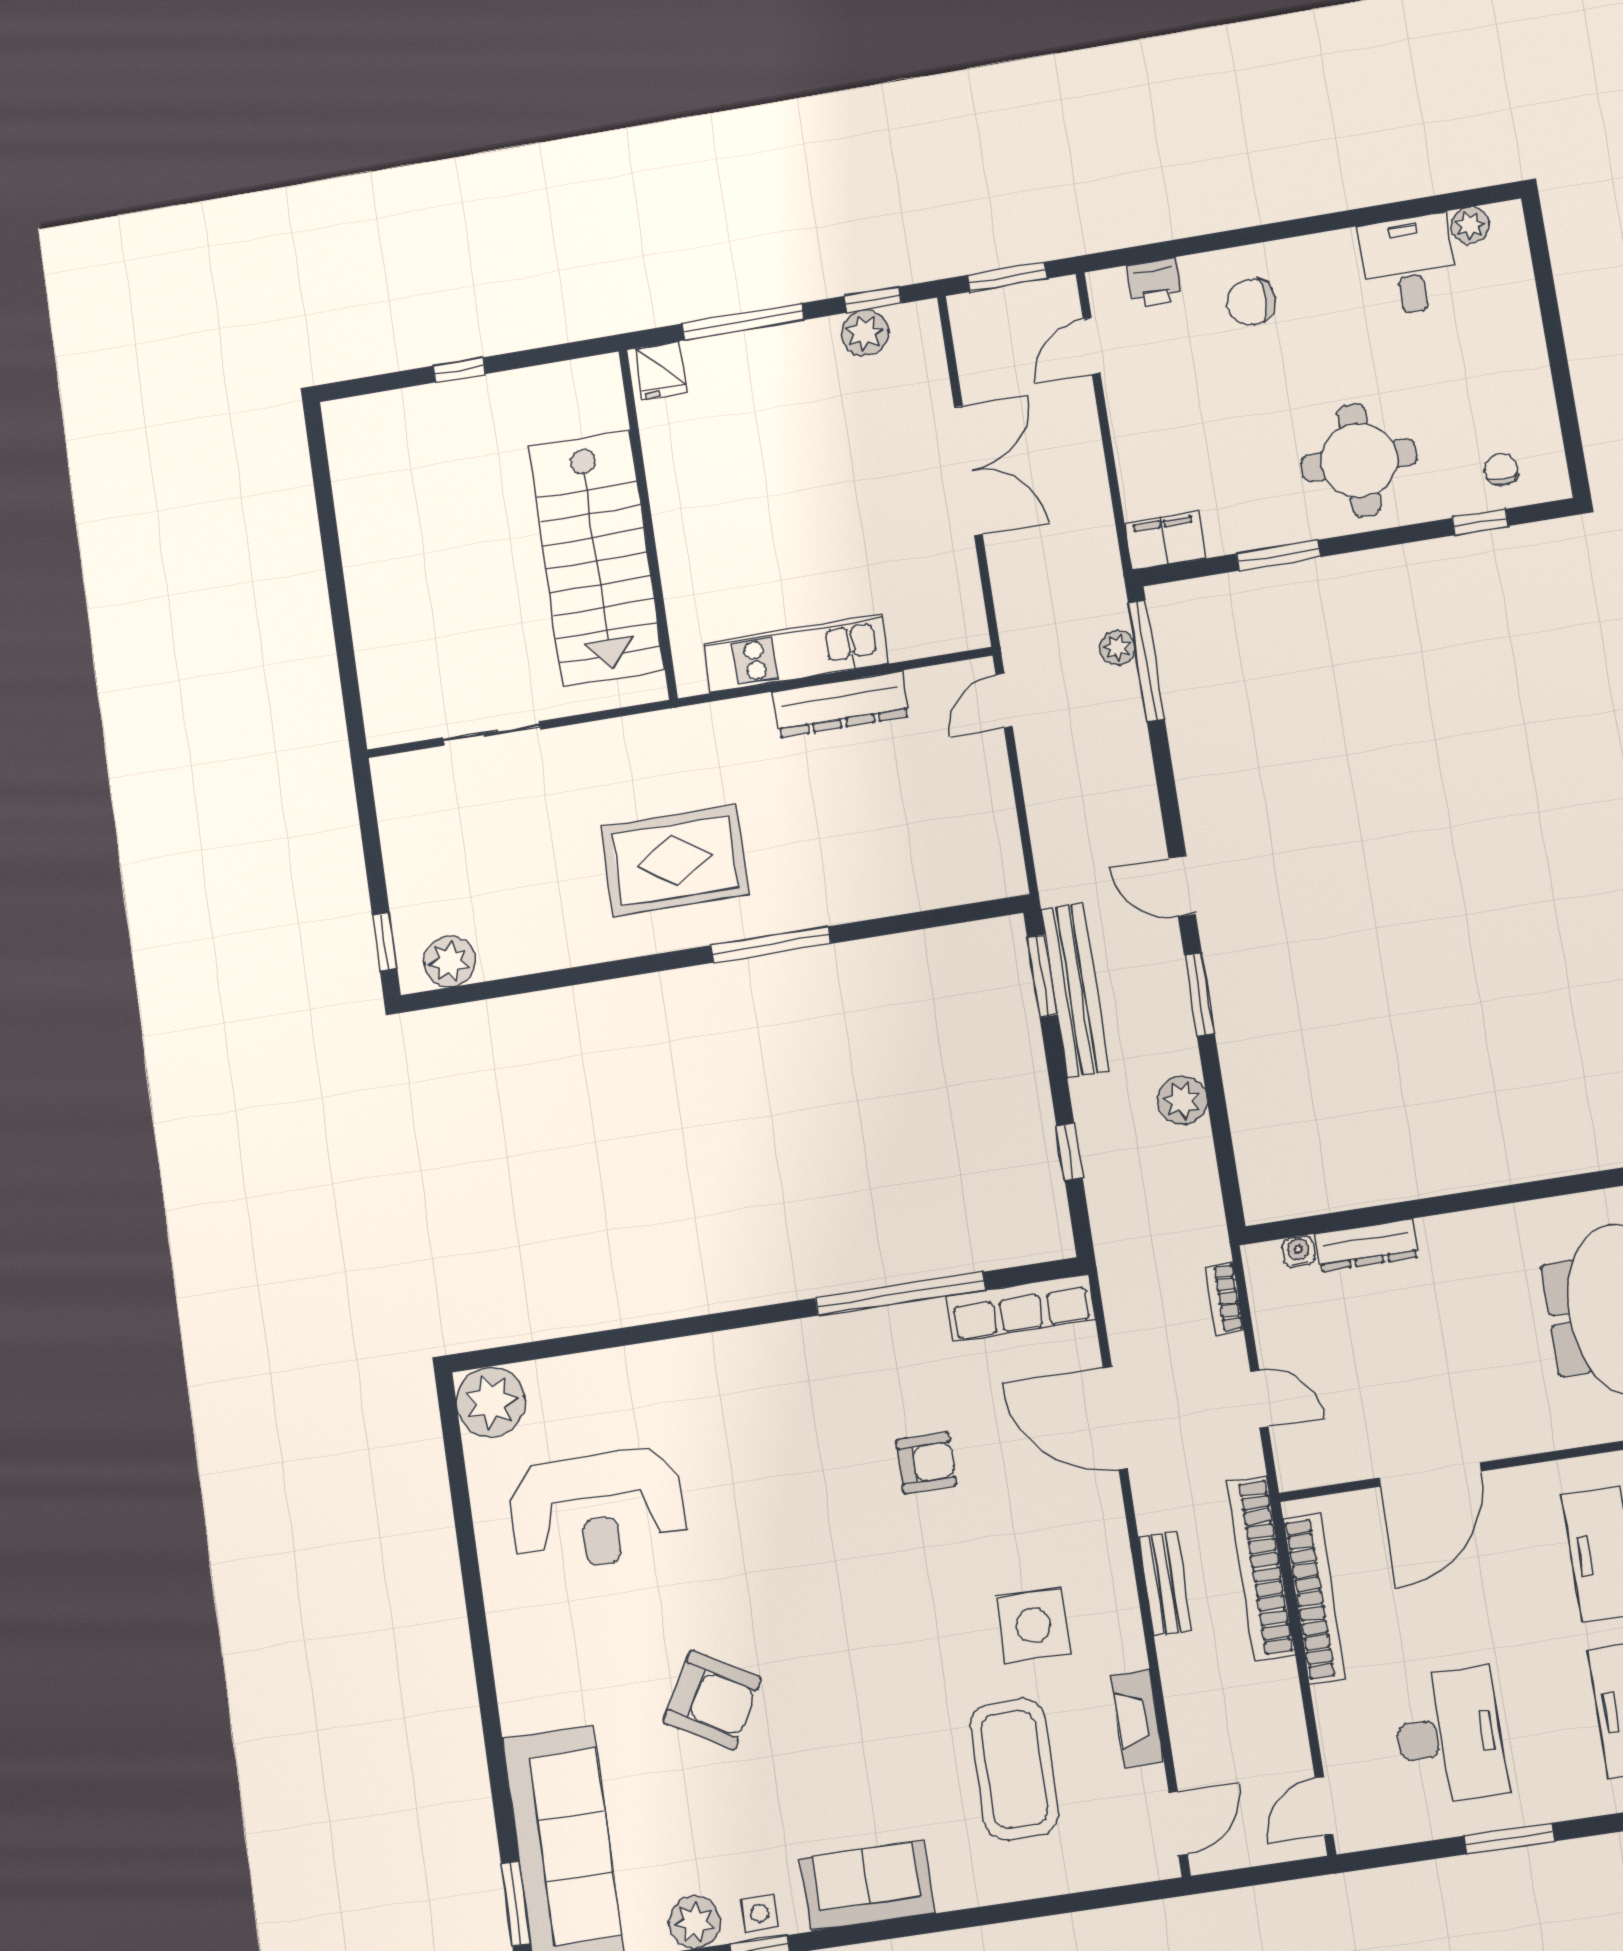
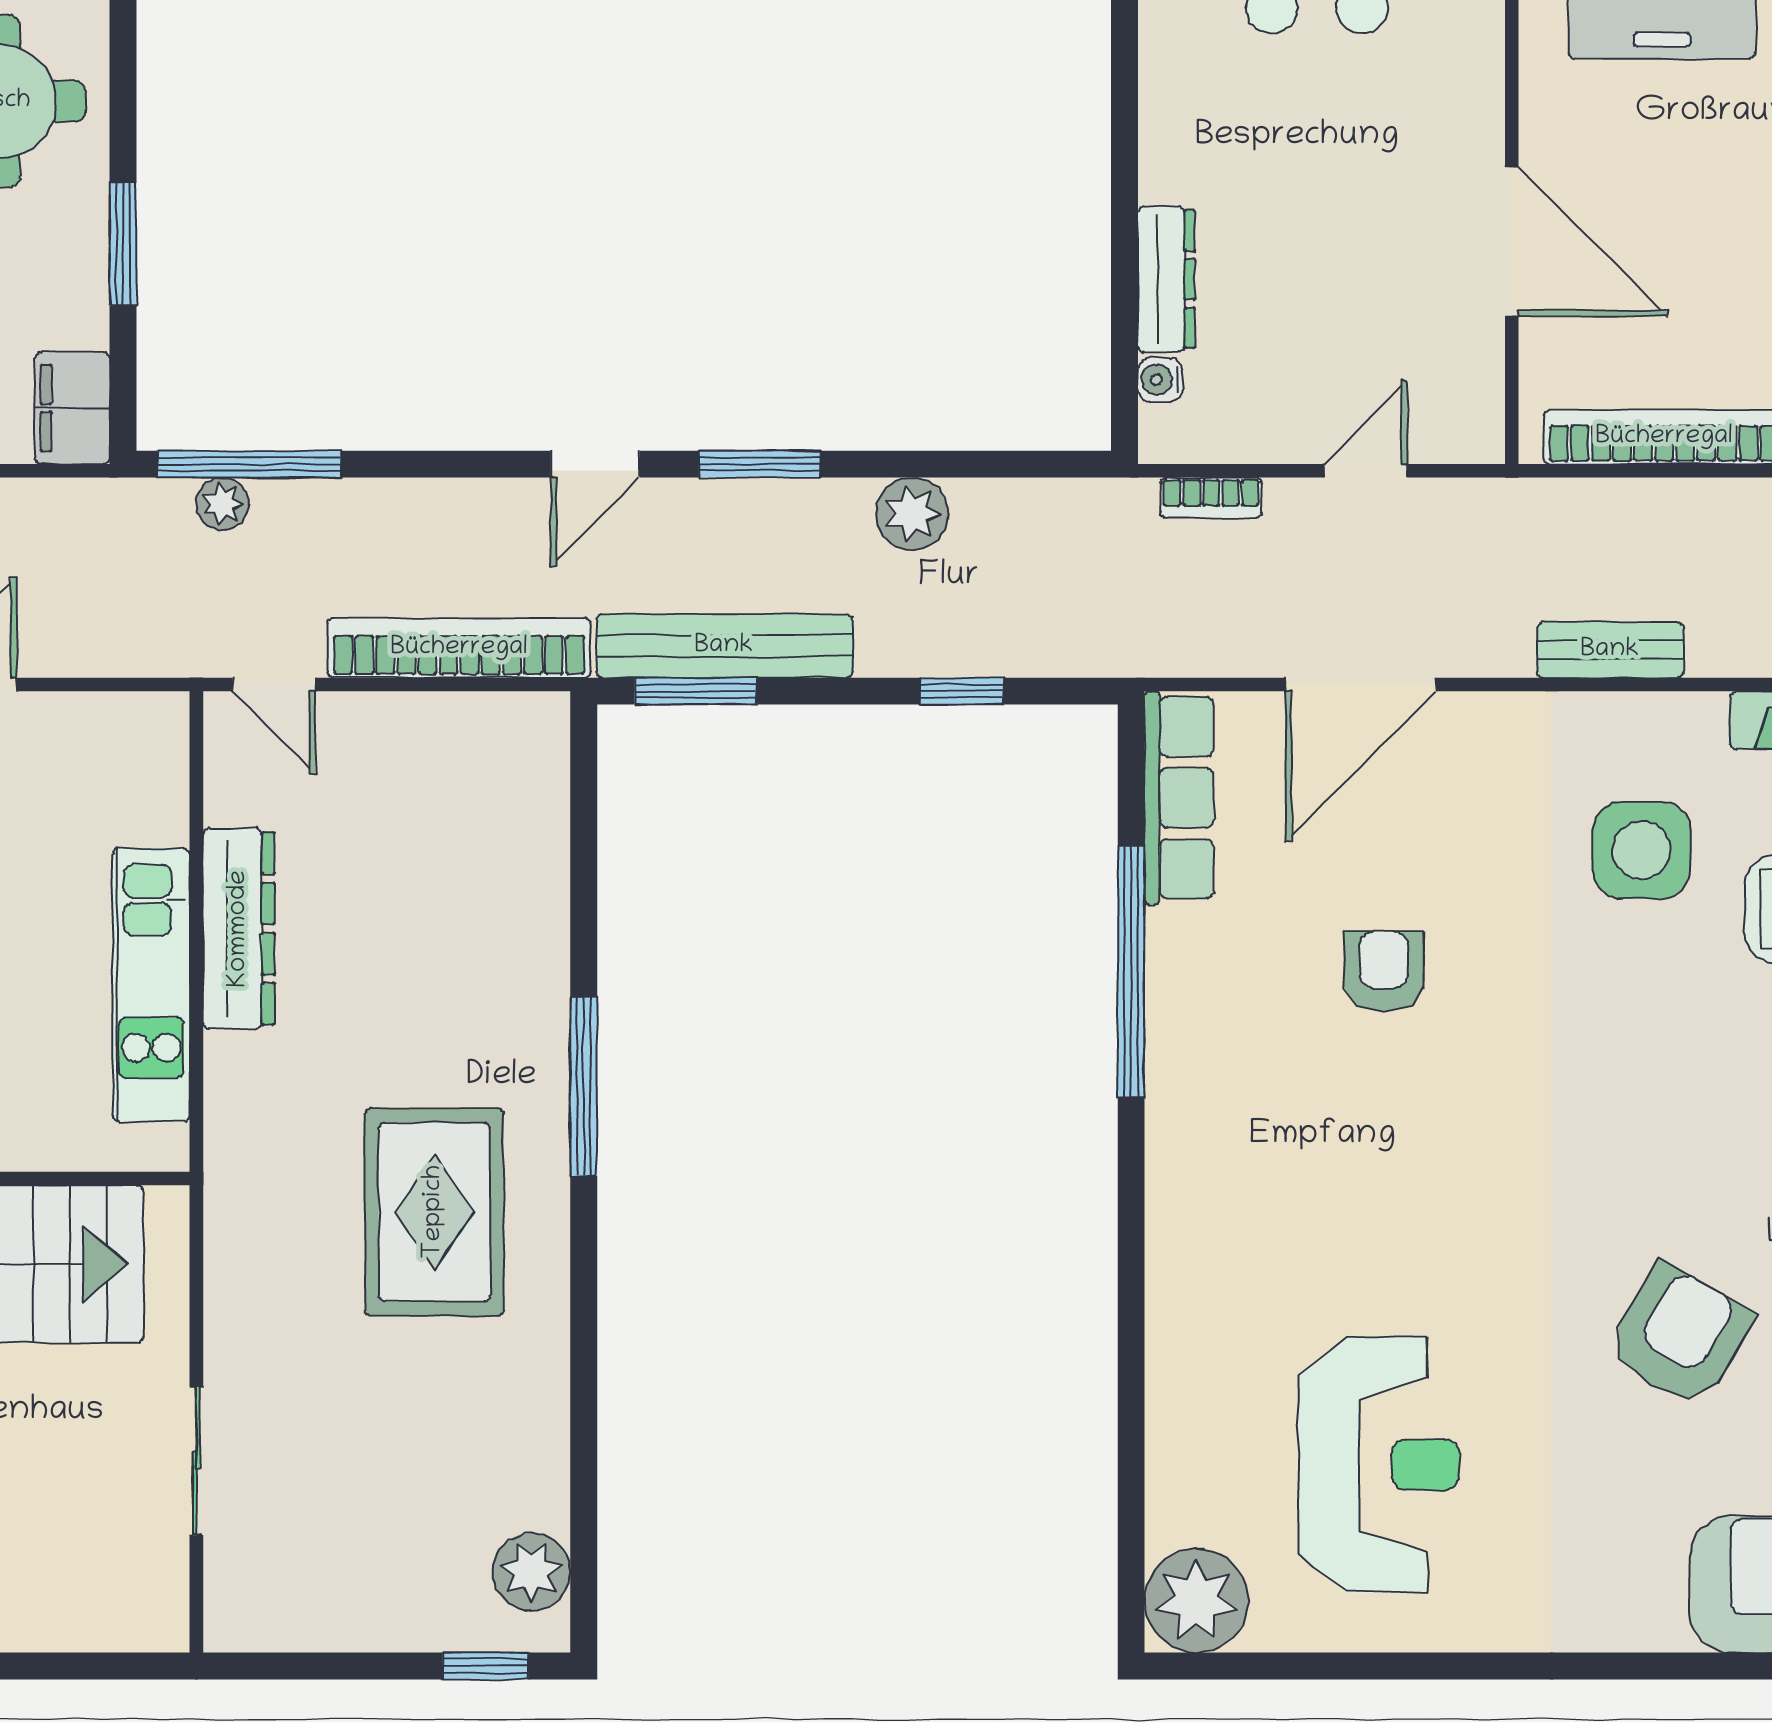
bookcase: (1261, 1568) -> (459, 648), moved, turned 180

